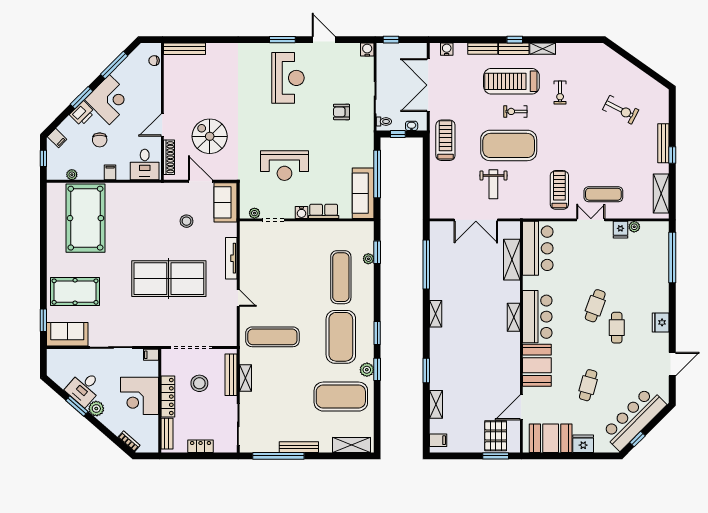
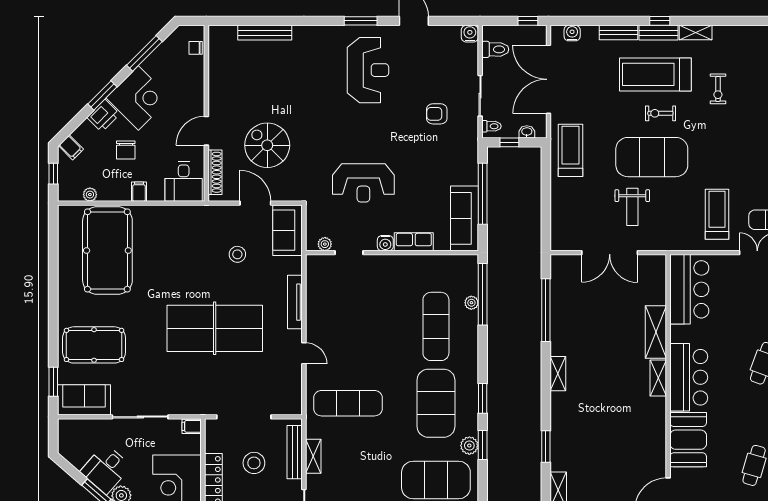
window: (391, 40) -> (528, 21), moved
bench: (185, 49) -> (265, 33), moved
toilet: (387, 62) -> (495, 49), added
window: (377, 252) -> (483, 294), width x2.11
shelving: (512, 260) -> (656, 332), moved

